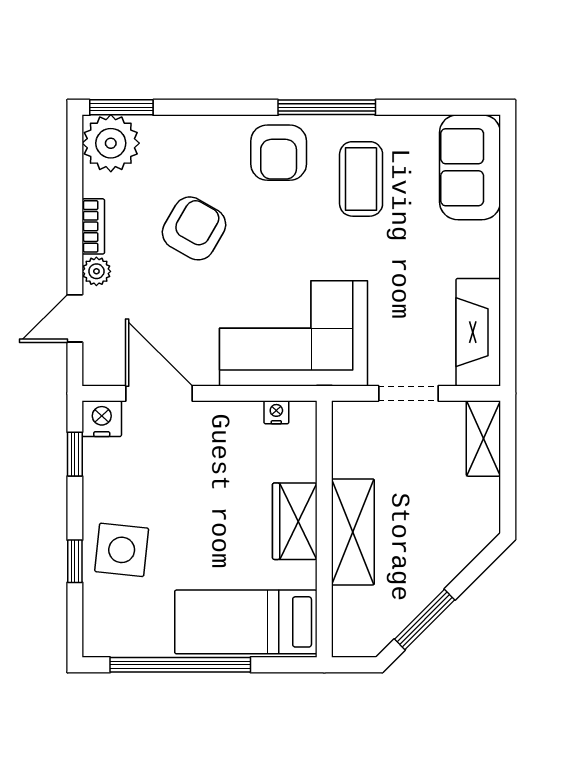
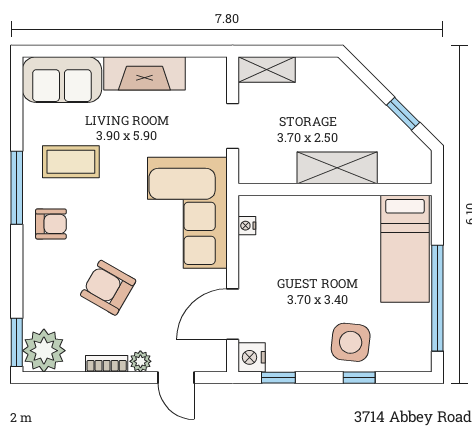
armchair: (279, 153) -> (51, 224), width x0.72, depth x0.72
fireplace: (478, 332) -> (144, 73), moved
wardrobe: (295, 521) -> (329, 212), removed
window: (425, 620) -> (403, 114), width x0.67

